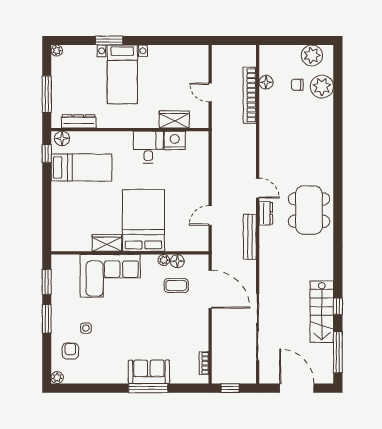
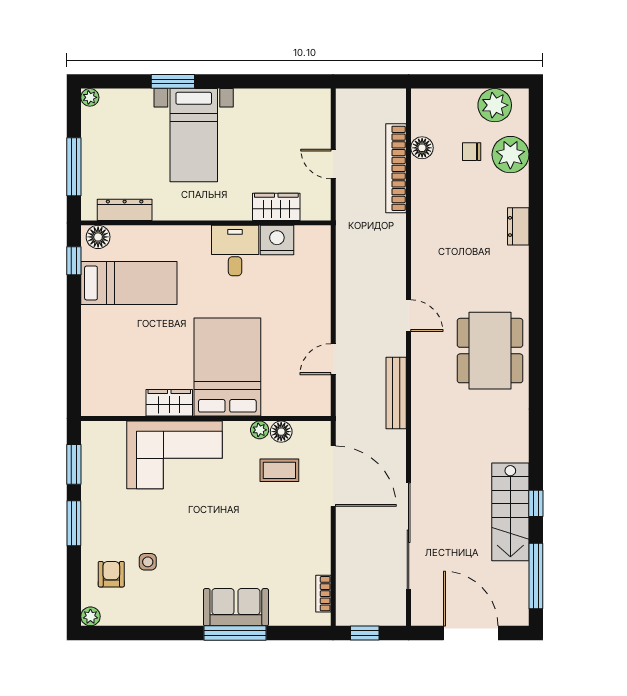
dresser: (266, 213) -> (518, 226), moved, turned 180
side table: (86, 328) -> (148, 562), moved

